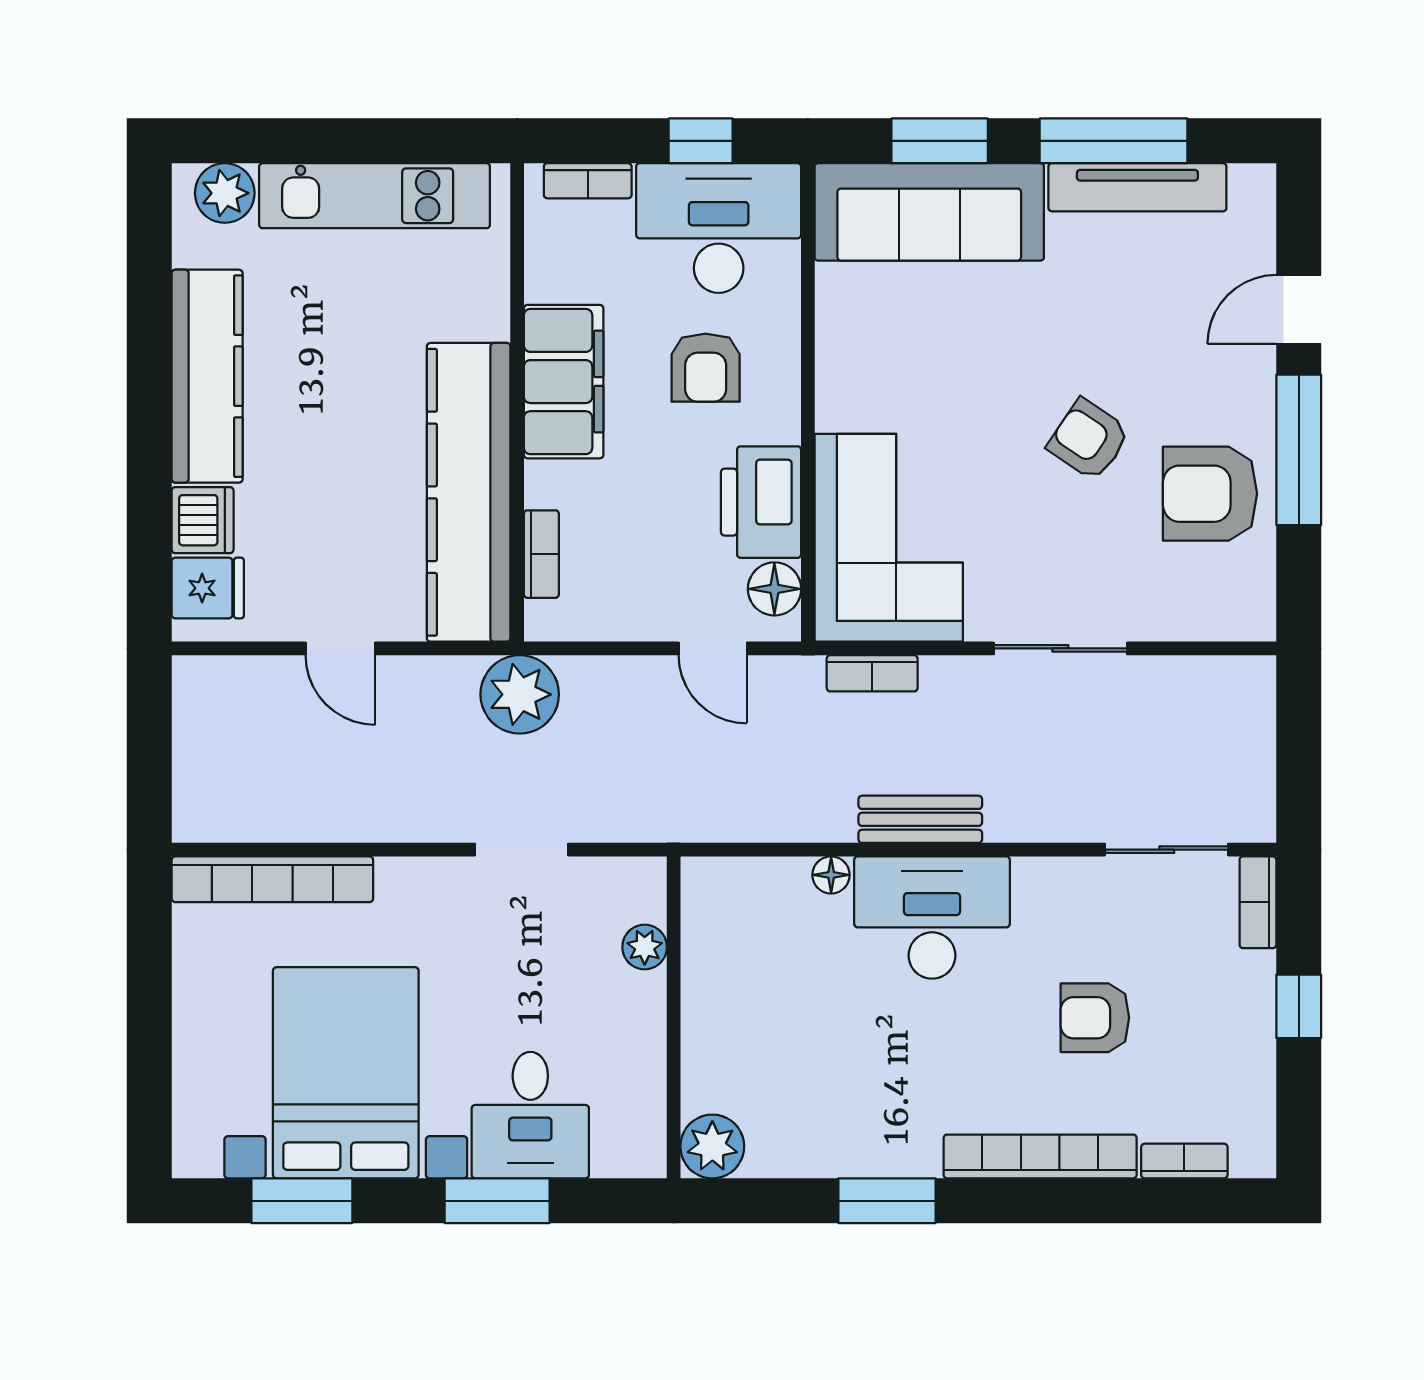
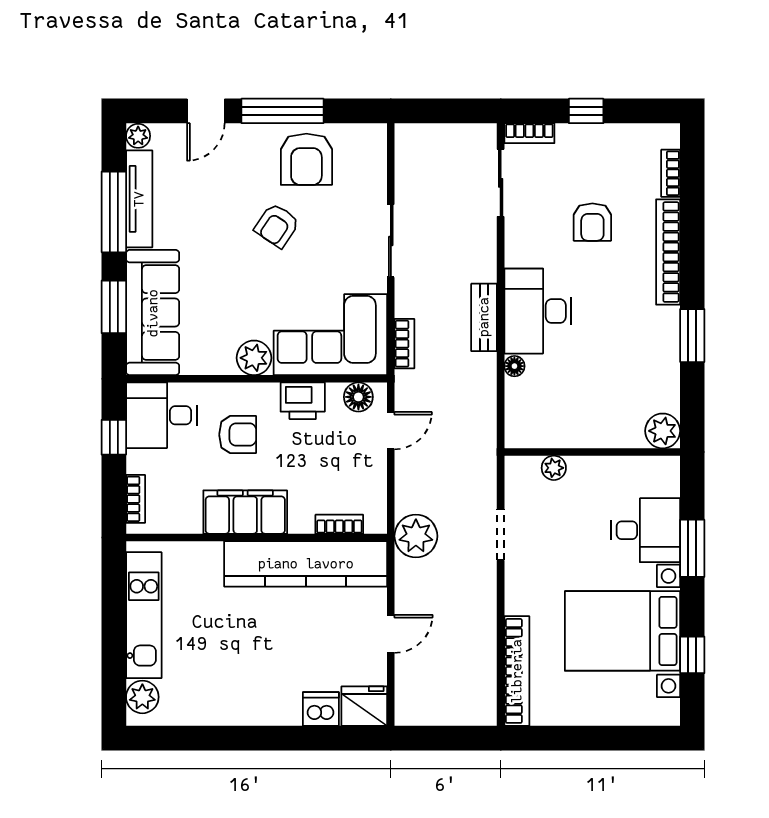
plant: (1253, 185) -> (138, 136), added
desk: (719, 228) -> (161, 415), width x0.73
door: (1299, 309) -> (206, 111), hinge flipped
kitchen counter: (207, 376) -> (242, 707), removed
plant: (846, 398) -> (254, 358), added
printer: (761, 502) -> (303, 401), width x0.73, depth x0.84
fridge: (208, 588) -> (364, 706), width x1.38
window: (302, 1201) -> (692, 655), width x0.67

